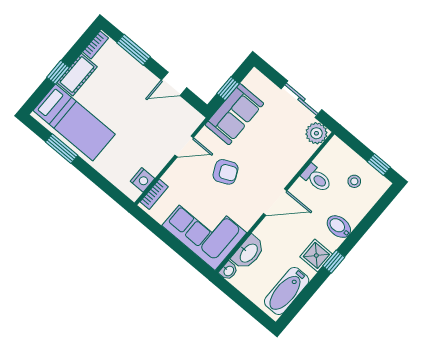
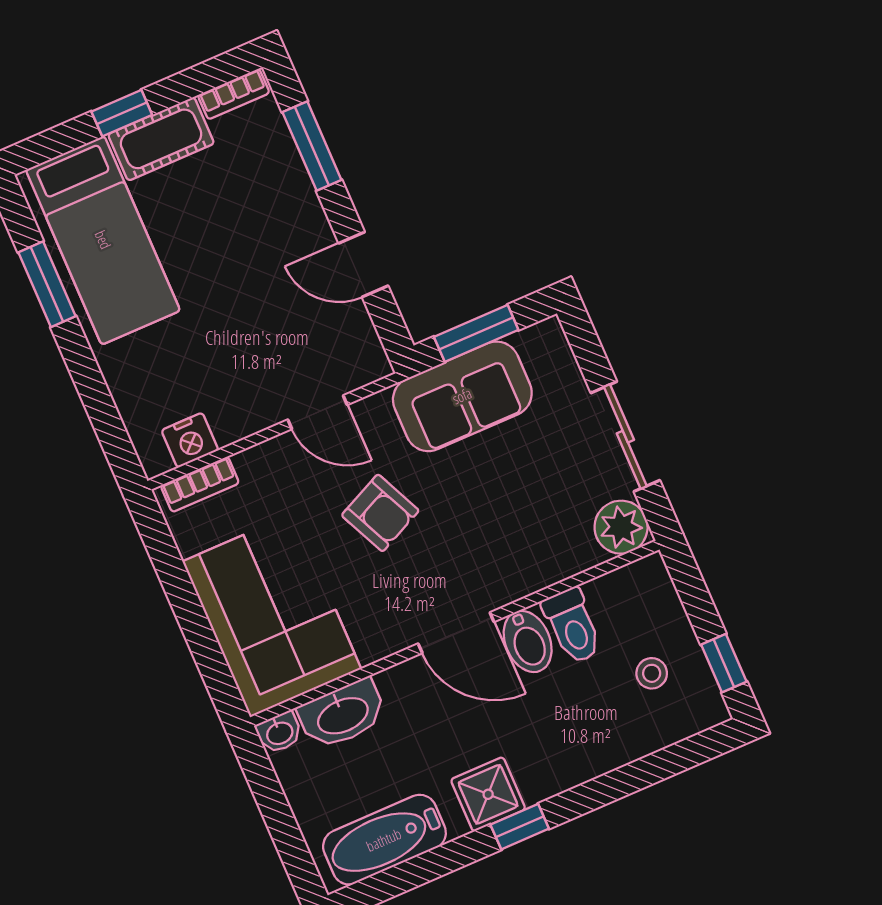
window: (228, 89) -> (476, 333), width x1.50
bidet: (339, 227) -> (528, 641), moved, turned 180

